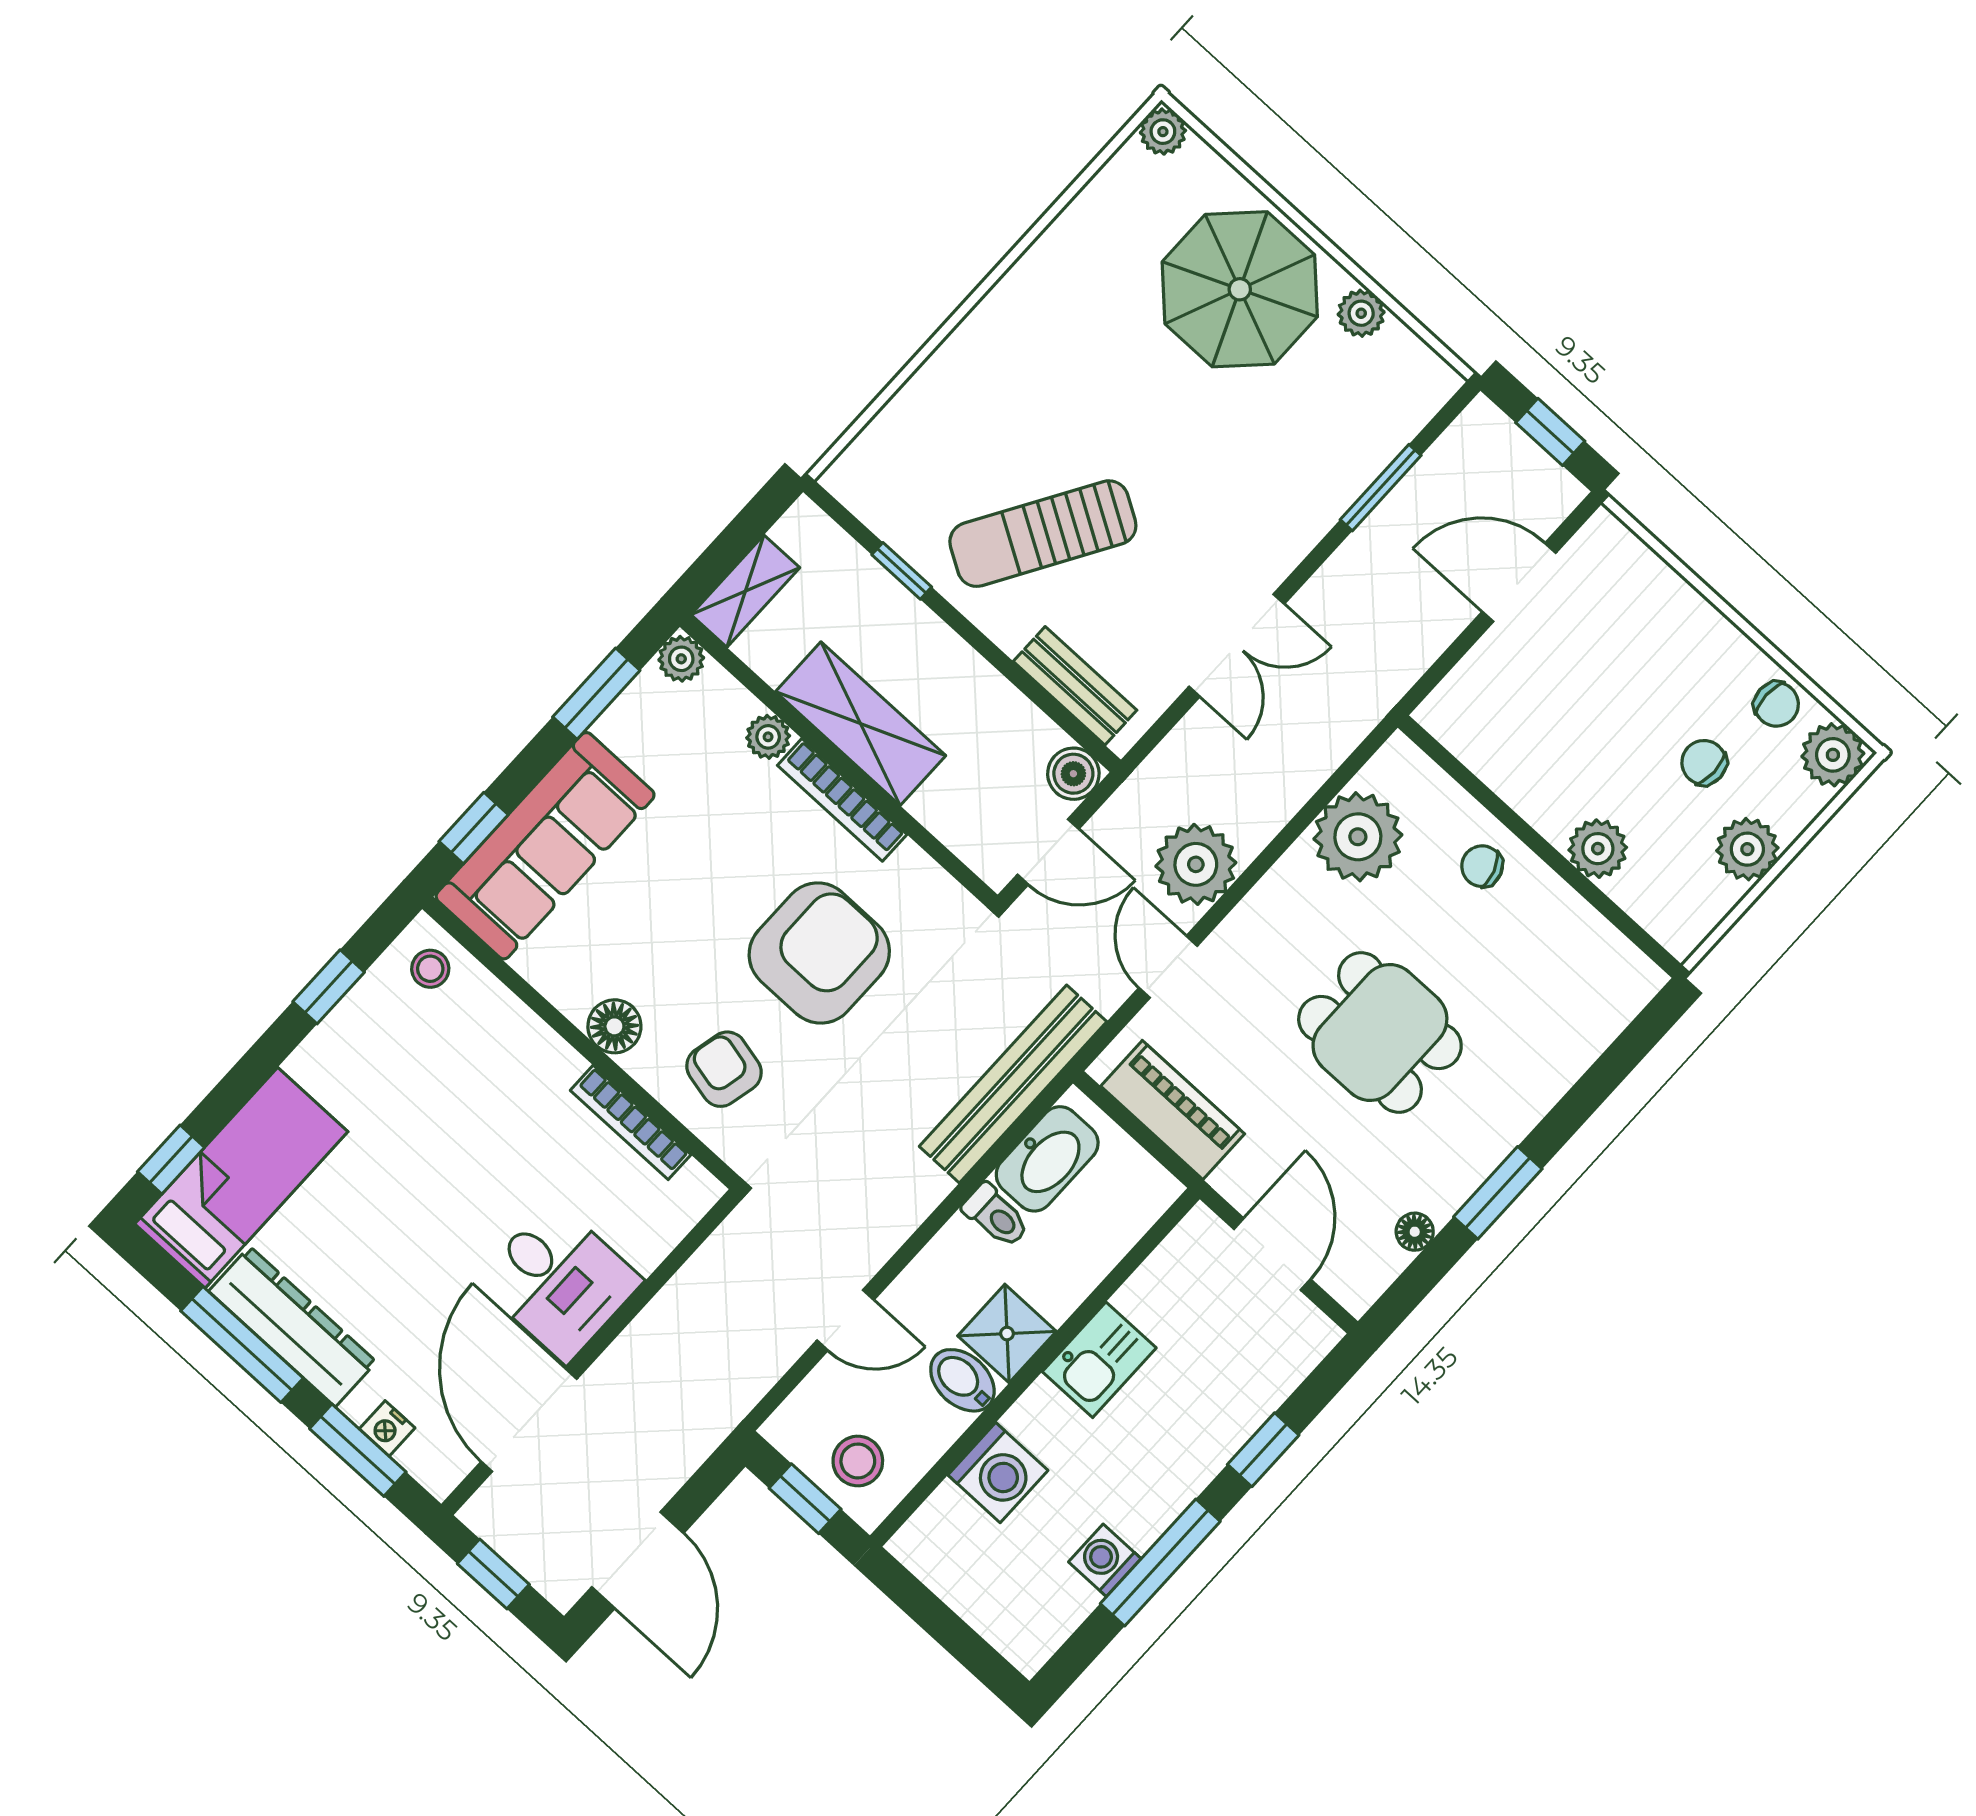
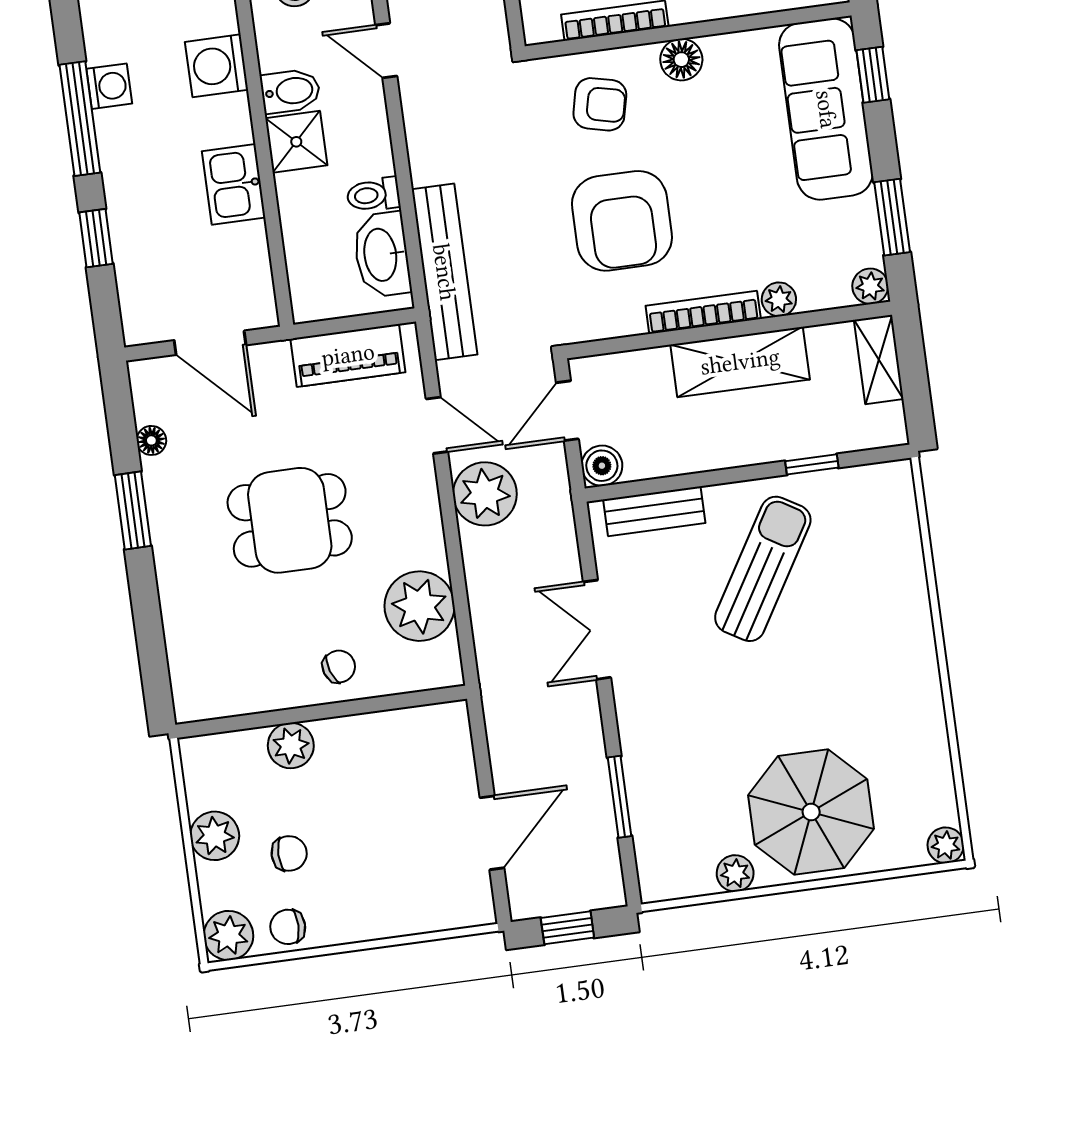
door: (845, 1320) -> (386, 51), hinge flipped

